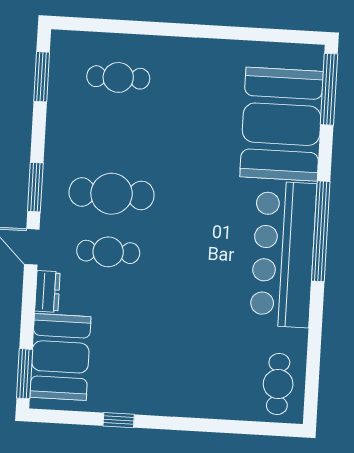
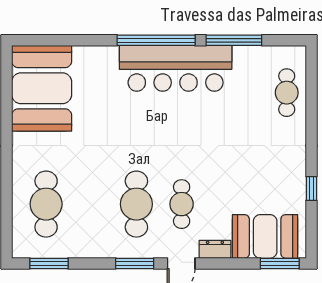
cafe table: (118, 77) -> (46, 204), width x1.37, depth x1.35
window: (329, 89) -> (234, 40), moved
booth: (282, 124) -> (42, 88), moved, turned 90
cafe table: (278, 384) -> (287, 93), moved, turned 90

